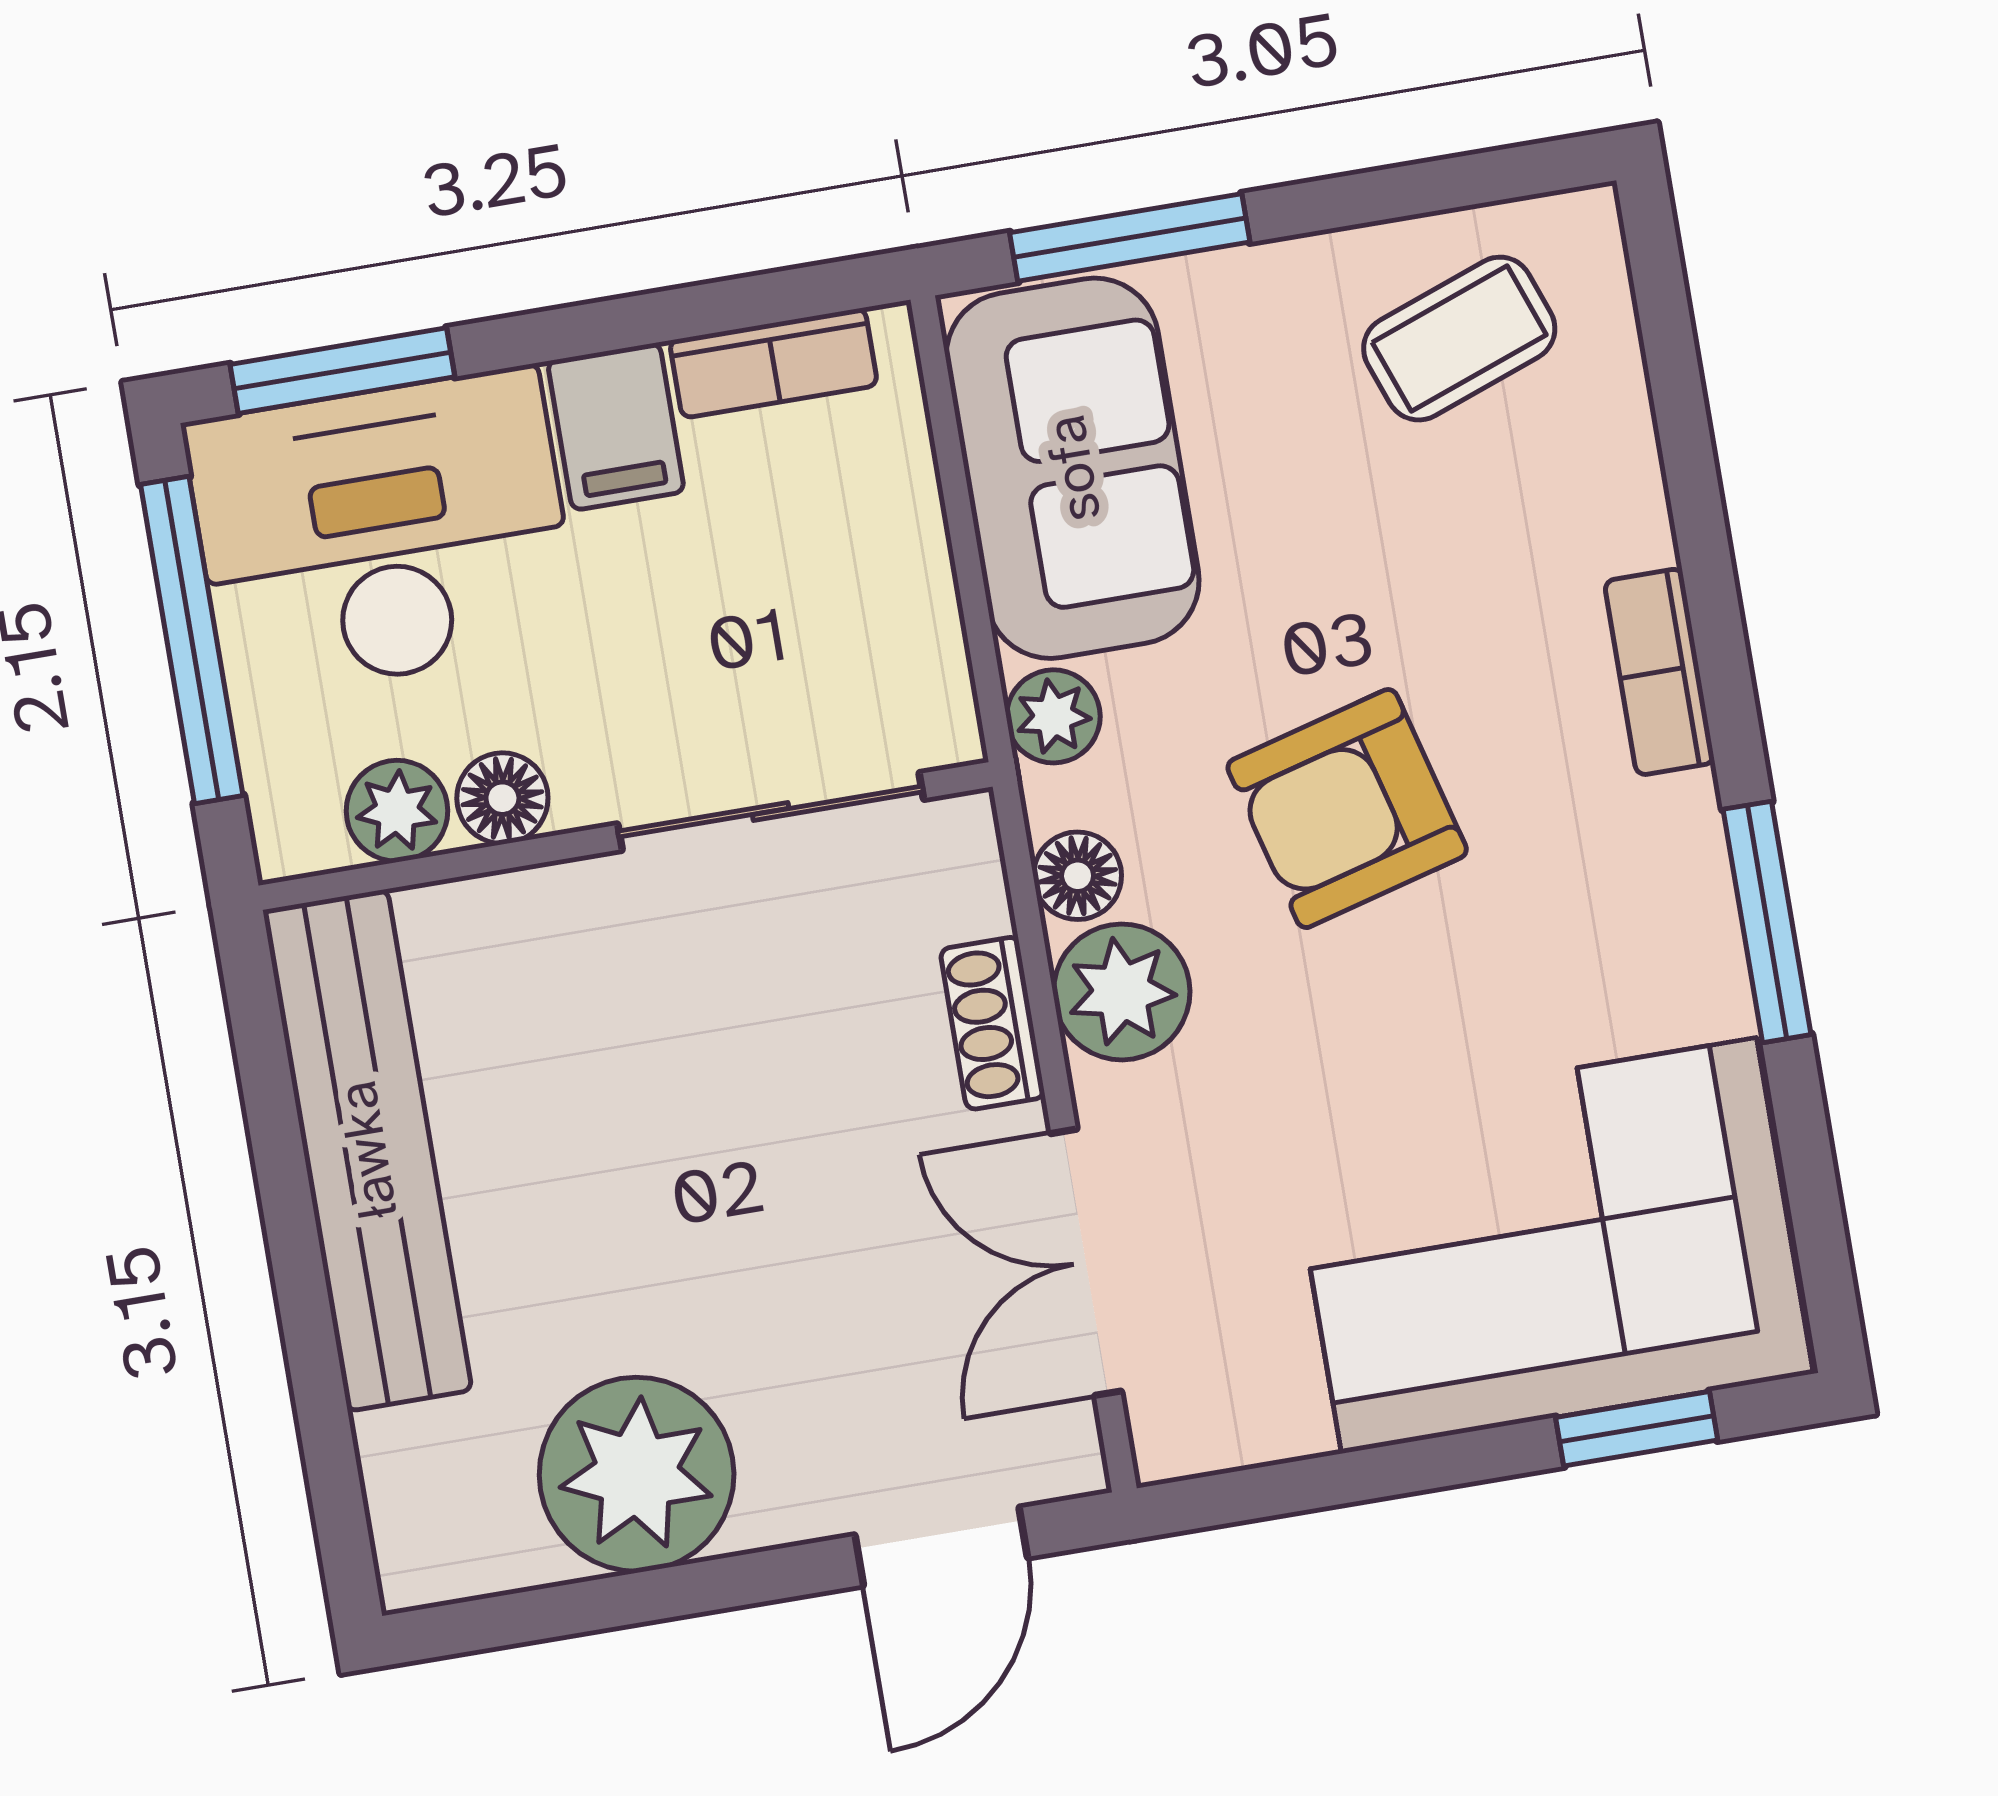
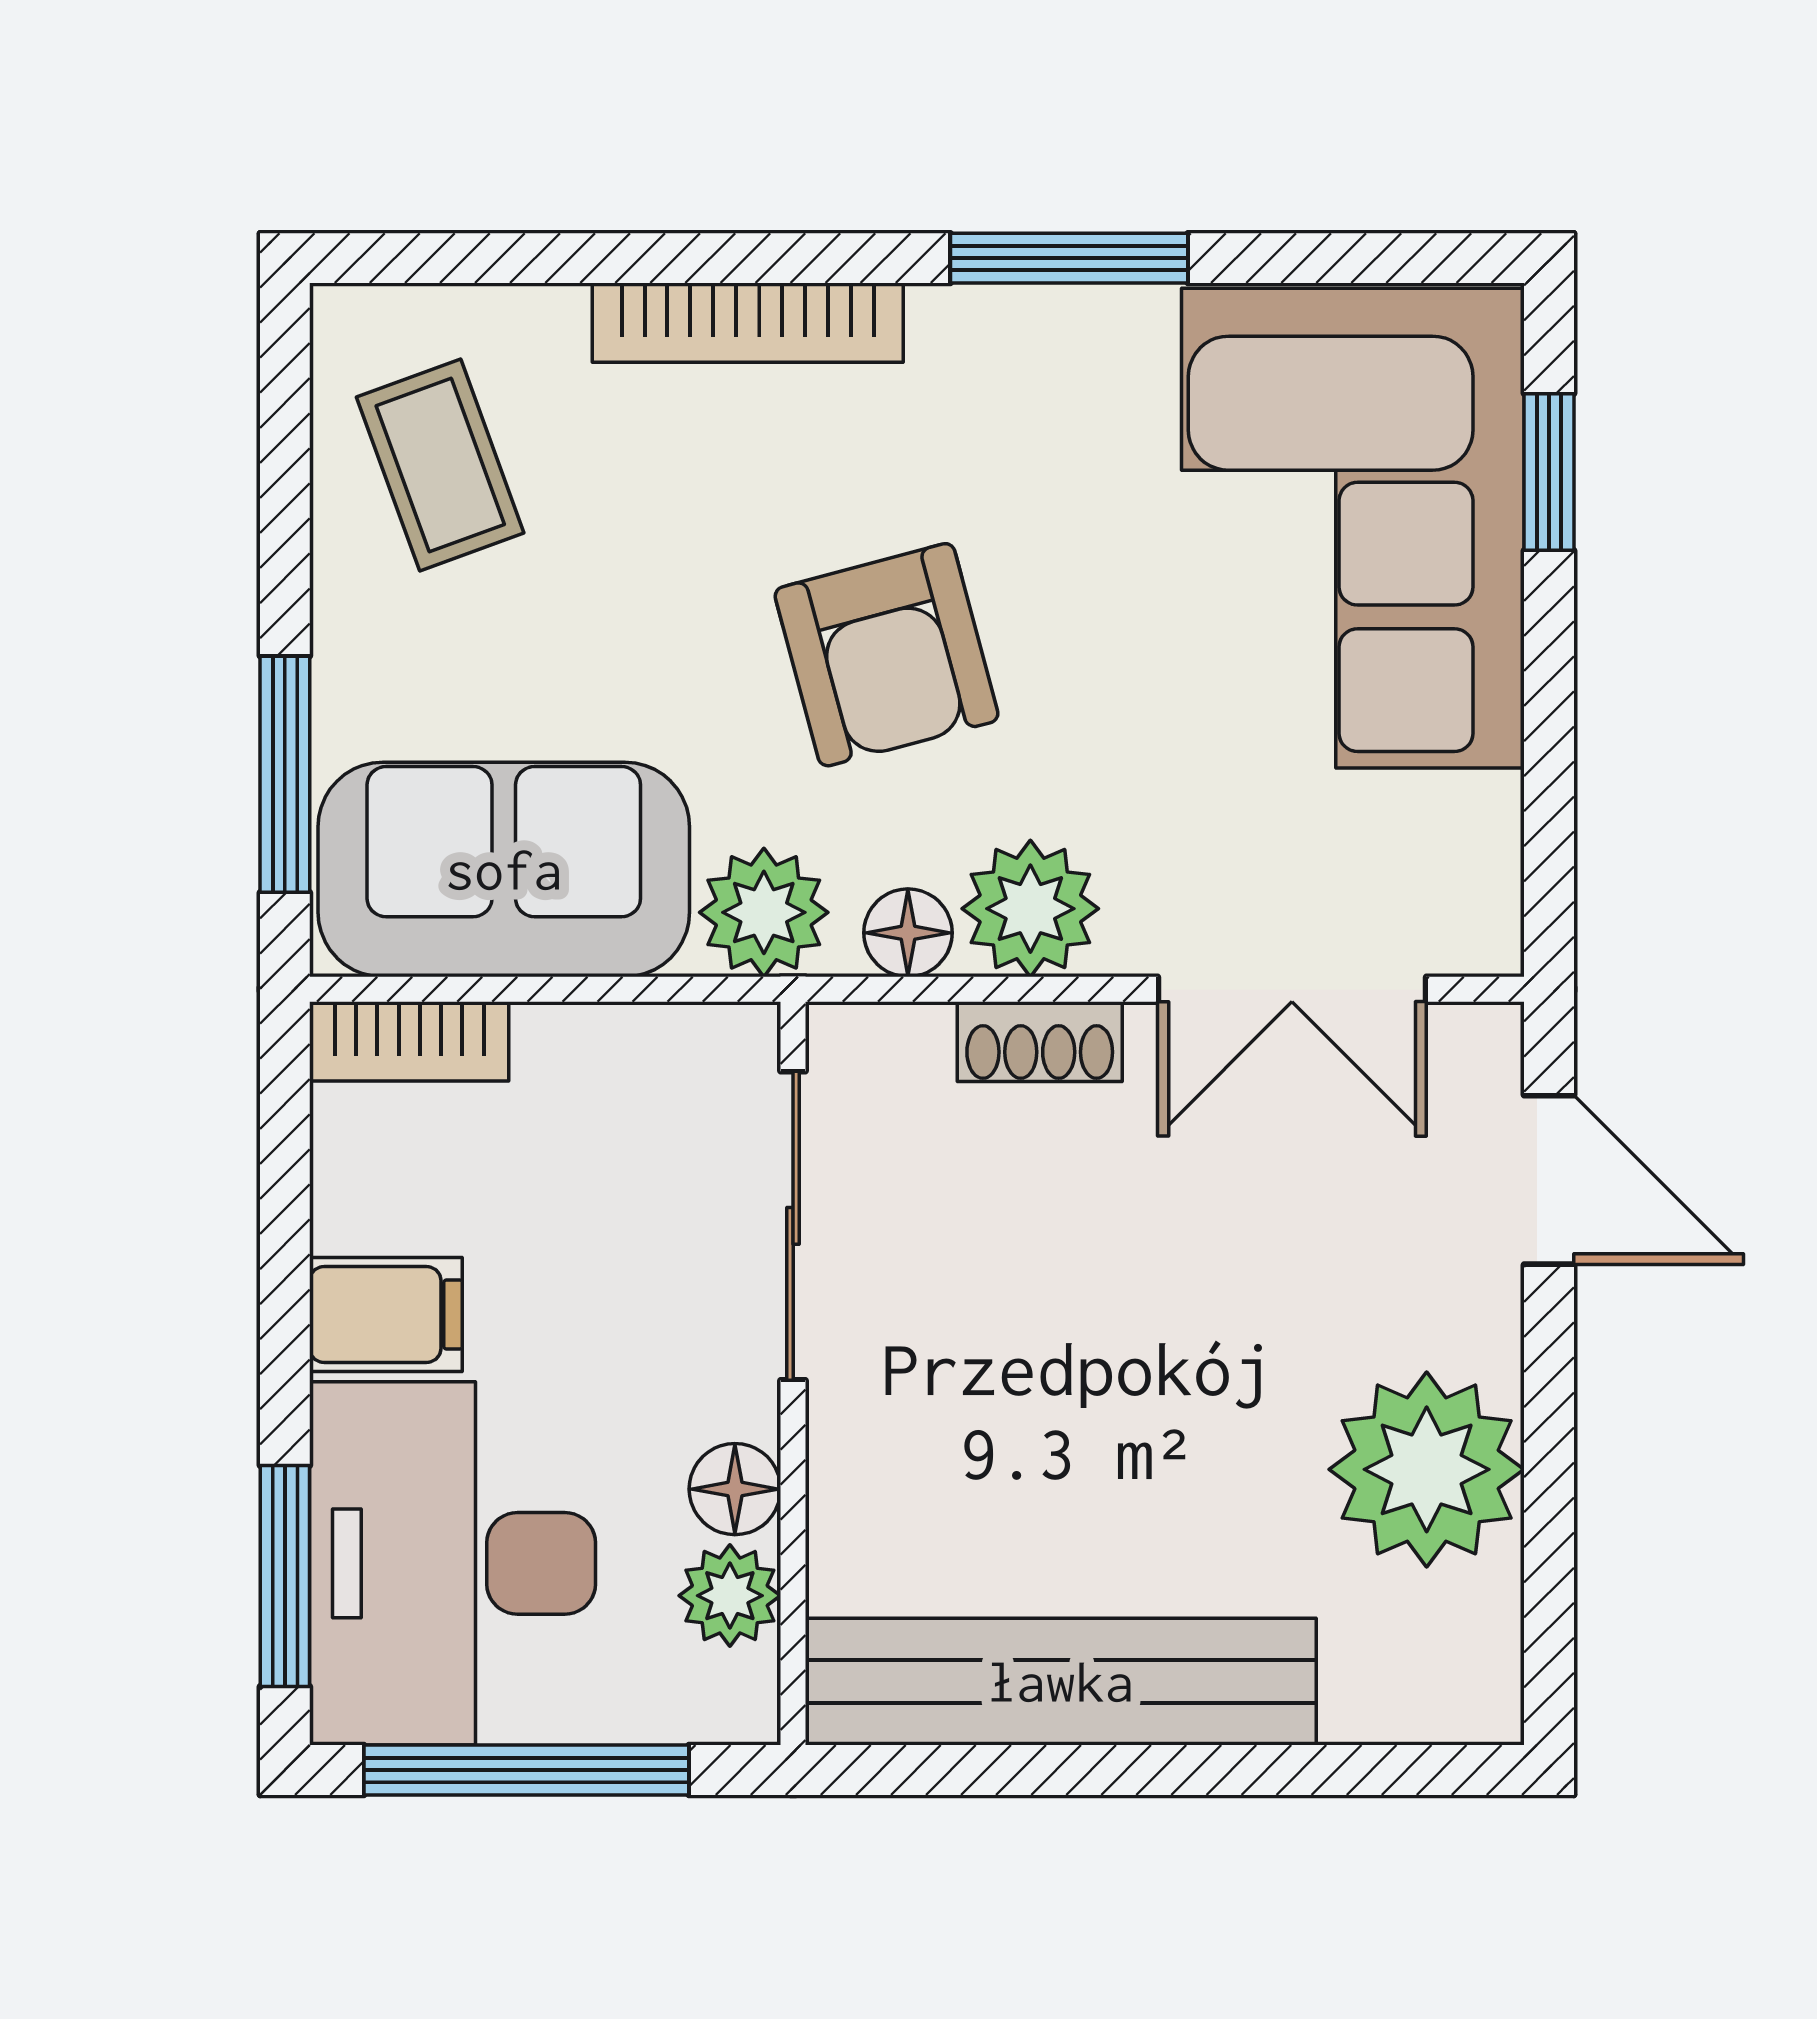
bookcase: (773, 363) -> (409, 1041), moved, turned 90
bookcase: (1660, 672) -> (748, 323), width x1.56
plant: (1053, 716) -> (764, 912), width x1.38, depth x1.38

